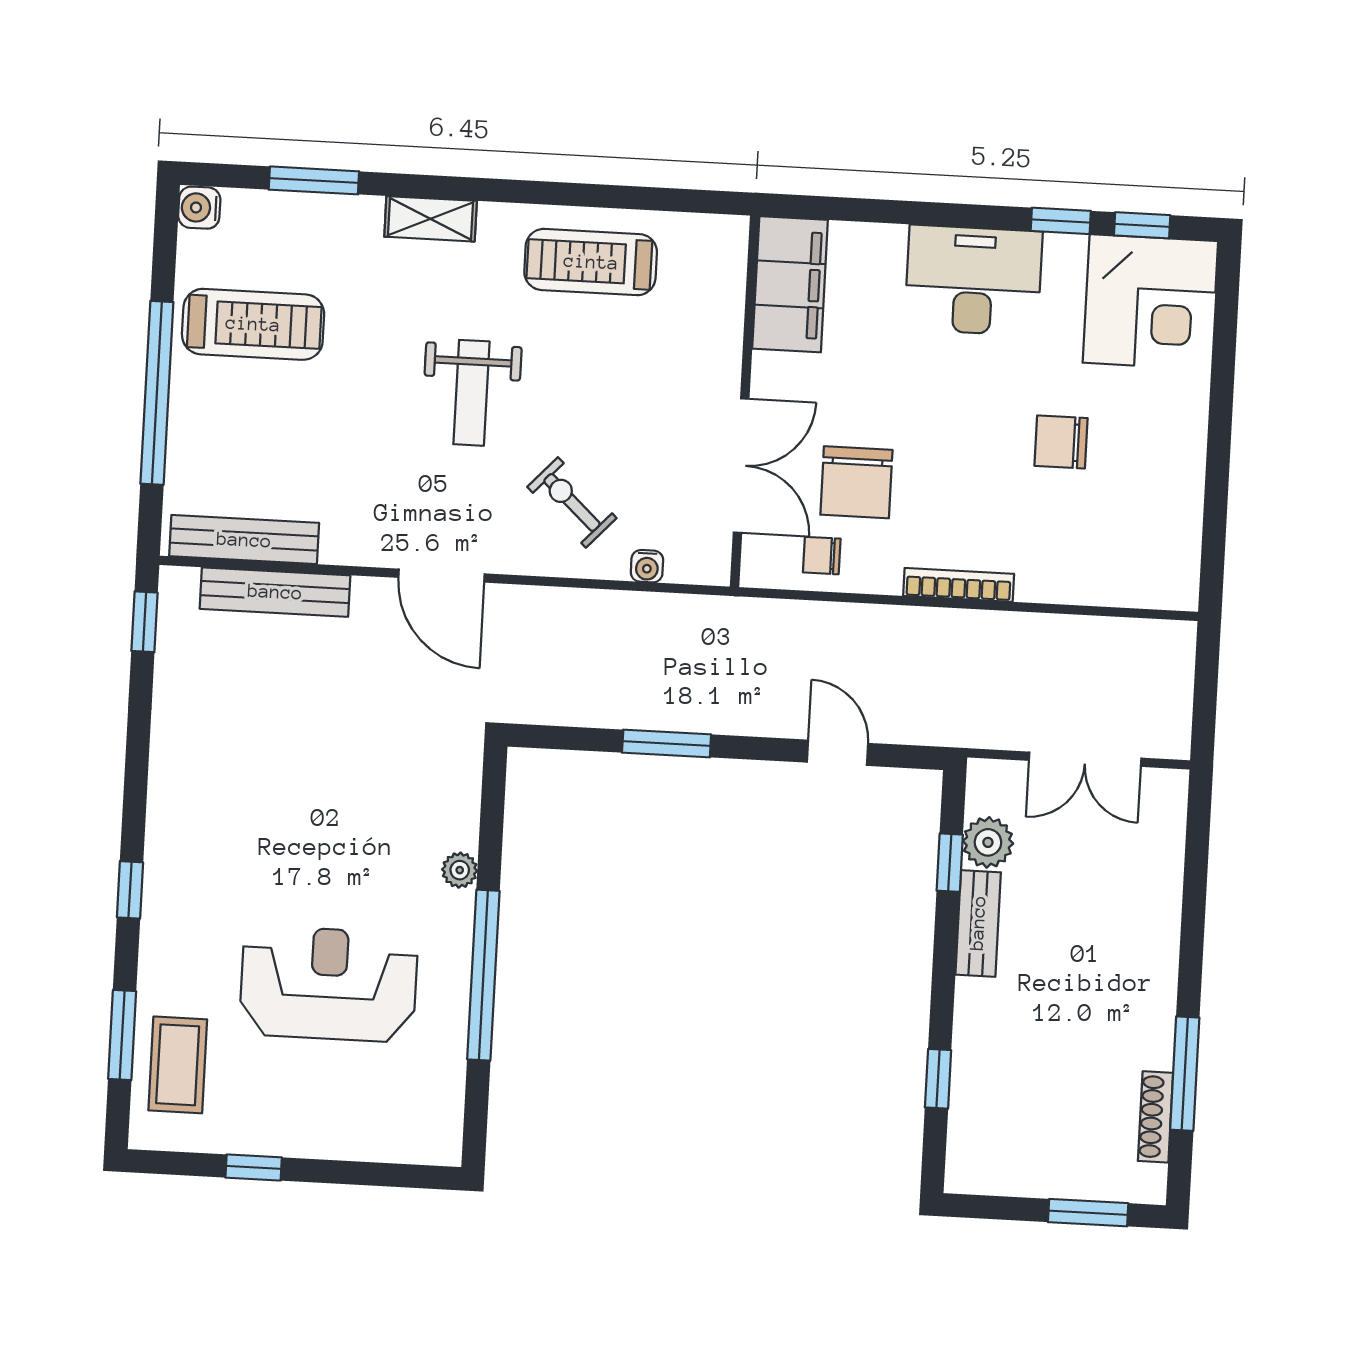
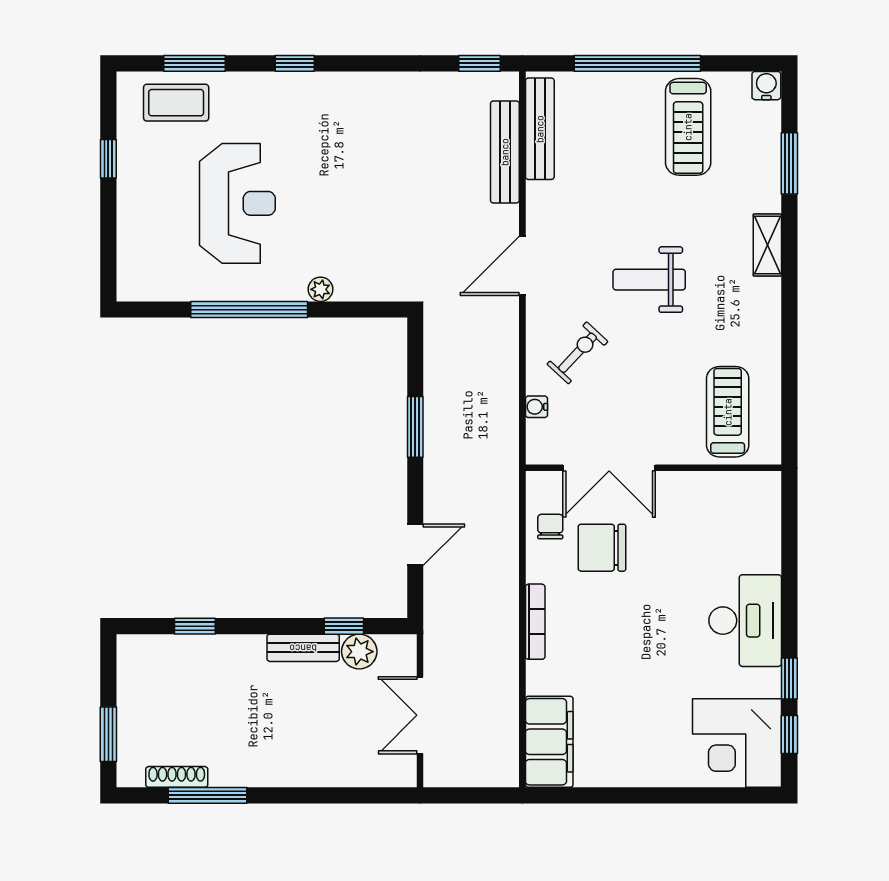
treadmill: (591, 262) -> (728, 412), moved
filing cabinet: (790, 284) -> (549, 742), moved, turned -90
chair: (1061, 442) -> (637, 687), removed

